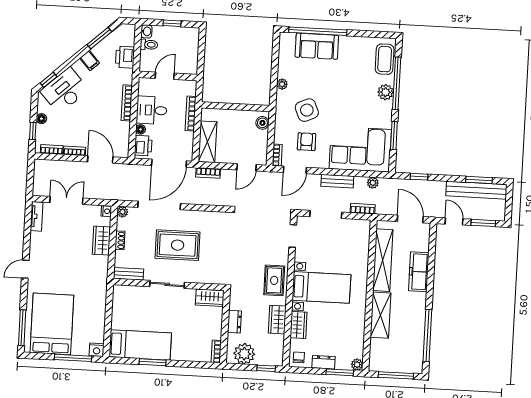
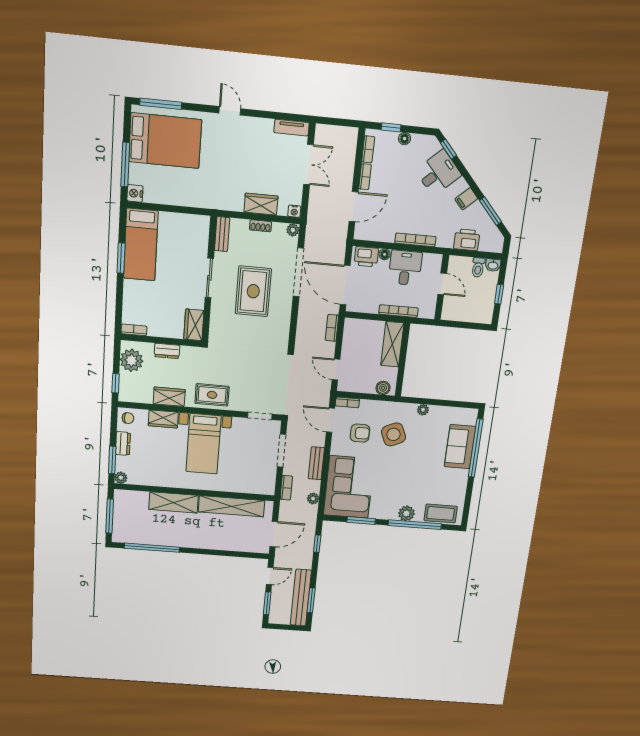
desk: (65, 90) -> (438, 173), width x0.73
shelving: (208, 142) -> (392, 344), moved, turned 90
freezer: (419, 272) -> (219, 541), removed

